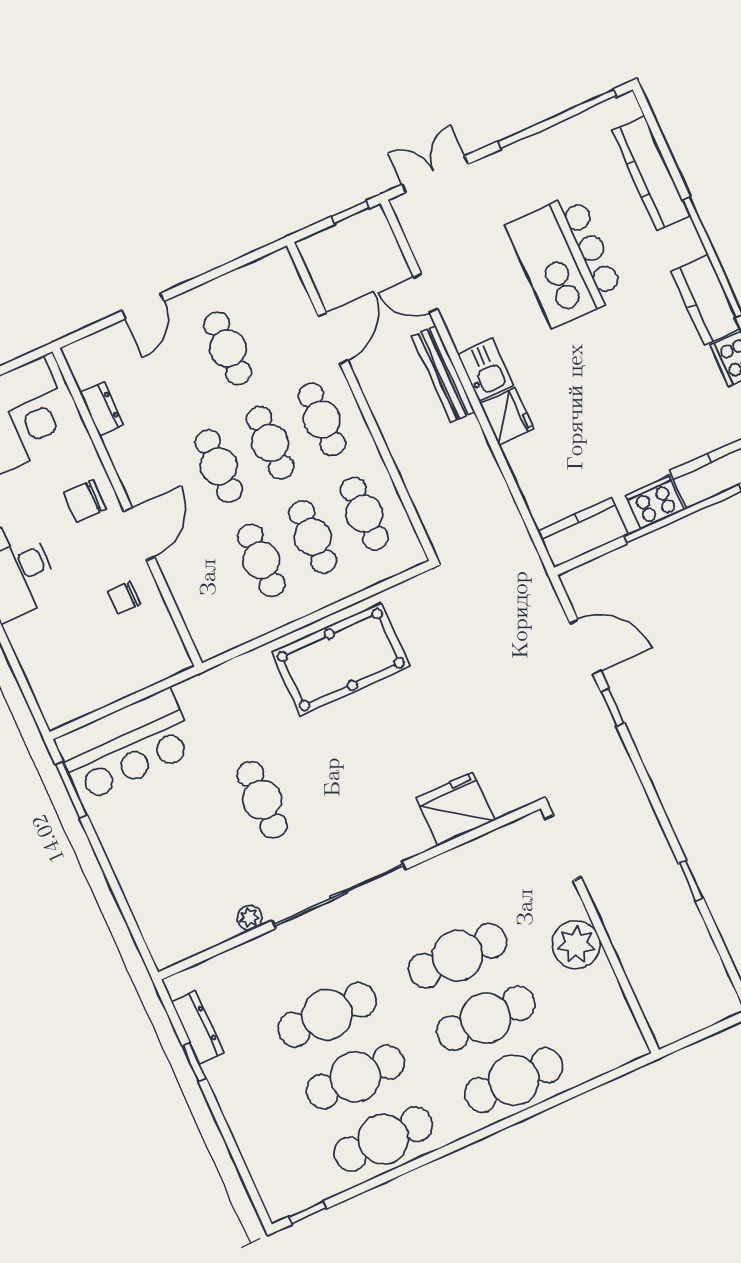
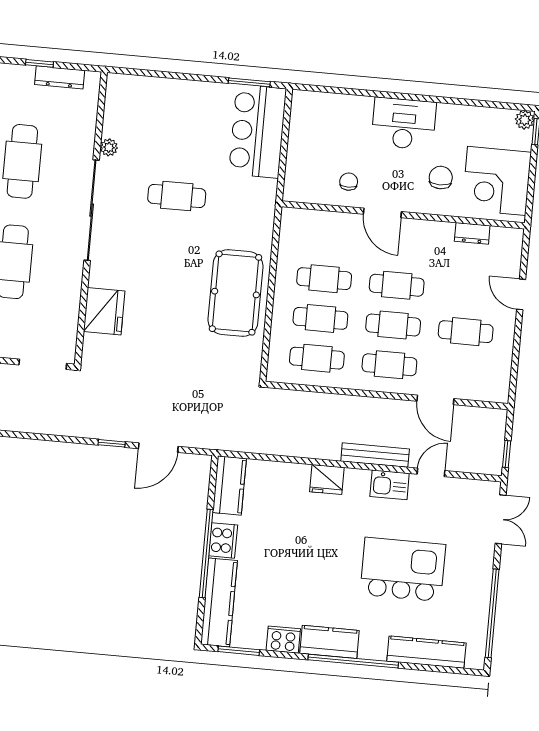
kitchen sink: (485, 370) -> (390, 485), moved
chair: (85, 501) -> (441, 178), moved

